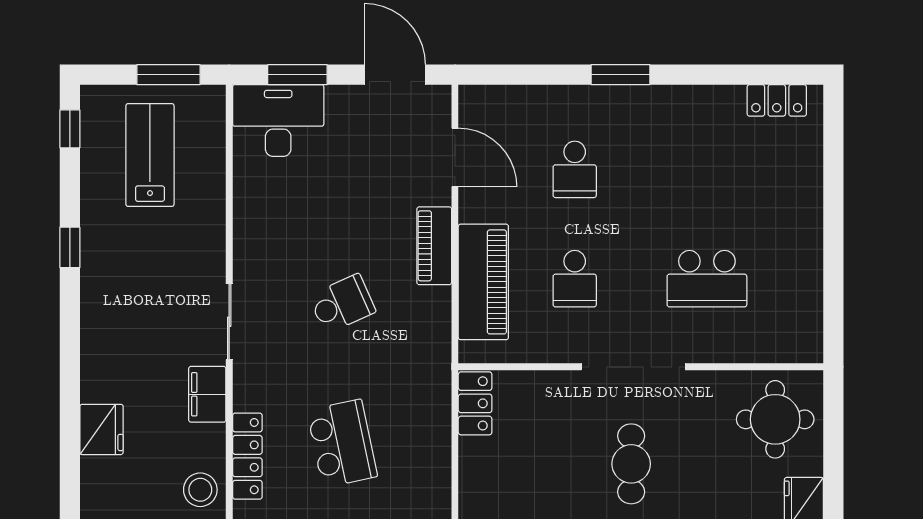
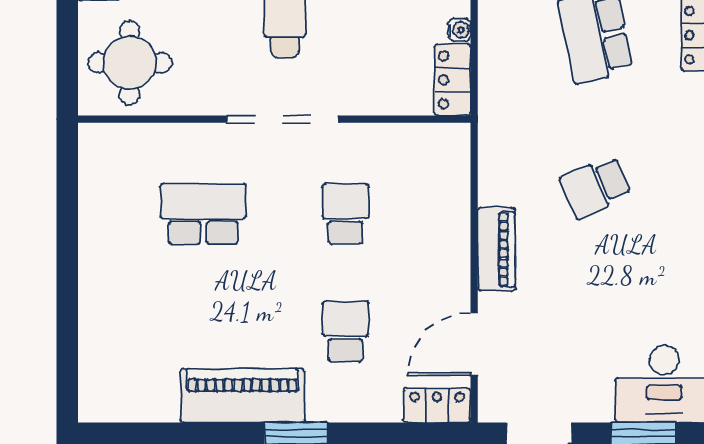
locker: (777, 100) -> (437, 406), moved
door: (455, 157) -> (474, 344), hinge flipped
piano: (483, 282) -> (242, 396), moved, turned 90
water cooler: (469, 450) -> (459, 30), added

